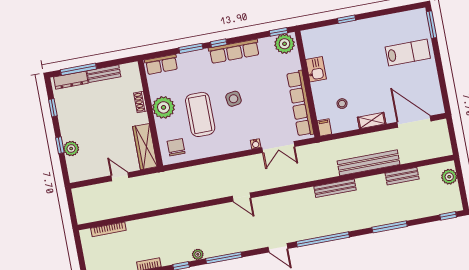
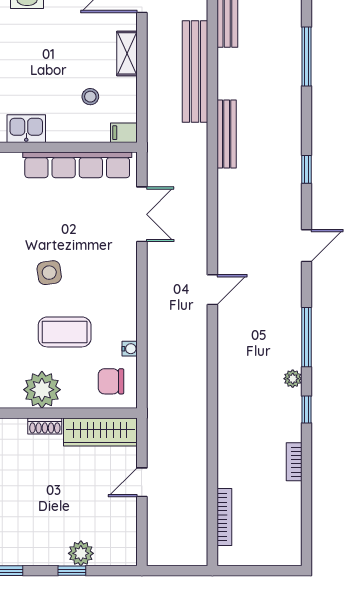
shoe rack: (140, 102) -> (45, 426), moved
coffee table: (200, 114) -> (65, 332), width x0.73, depth x0.76
water cooler: (256, 144) -> (130, 349), moved
window: (323, 239) -> (306, 169), width x0.32

